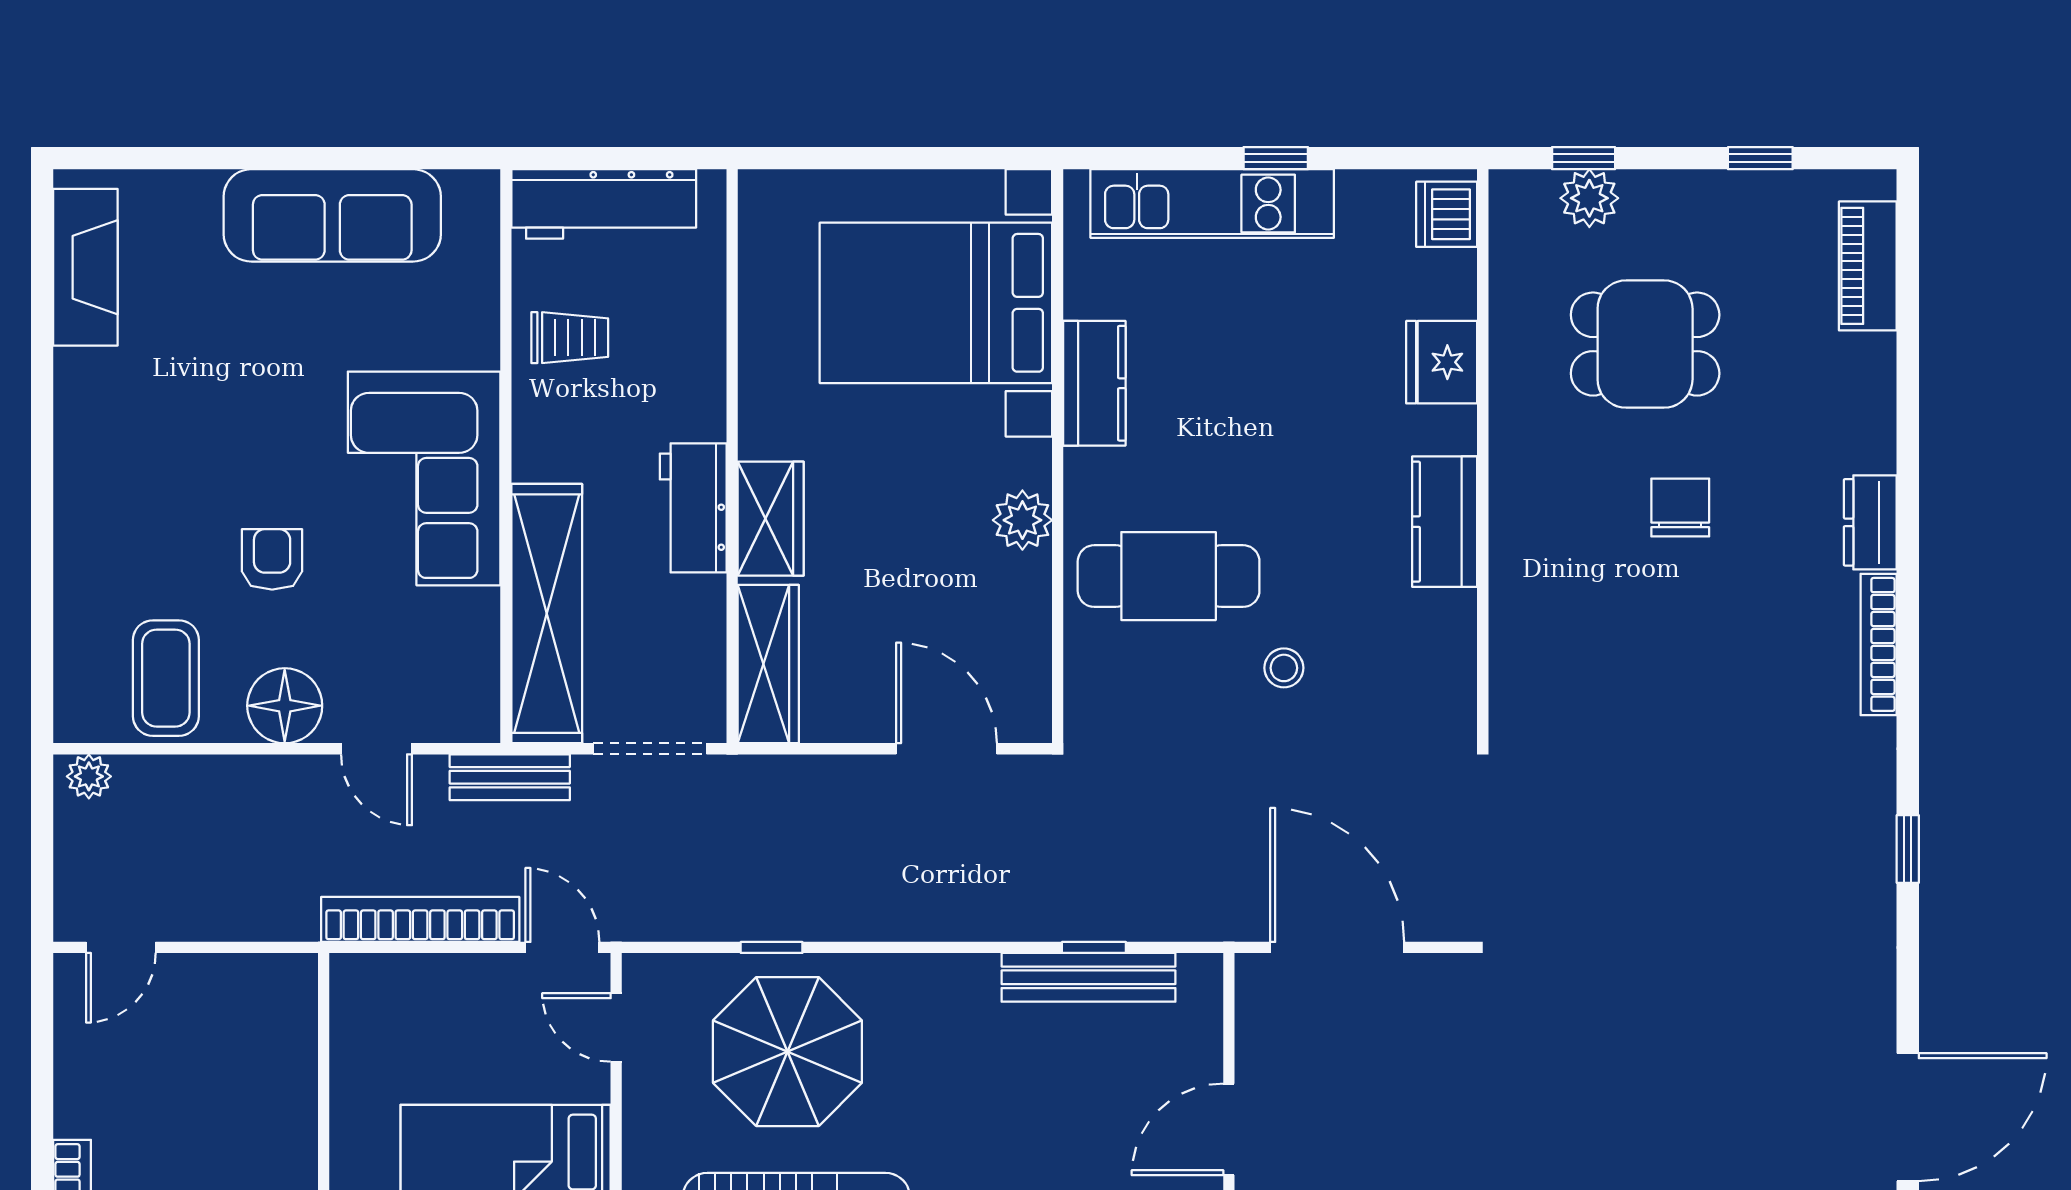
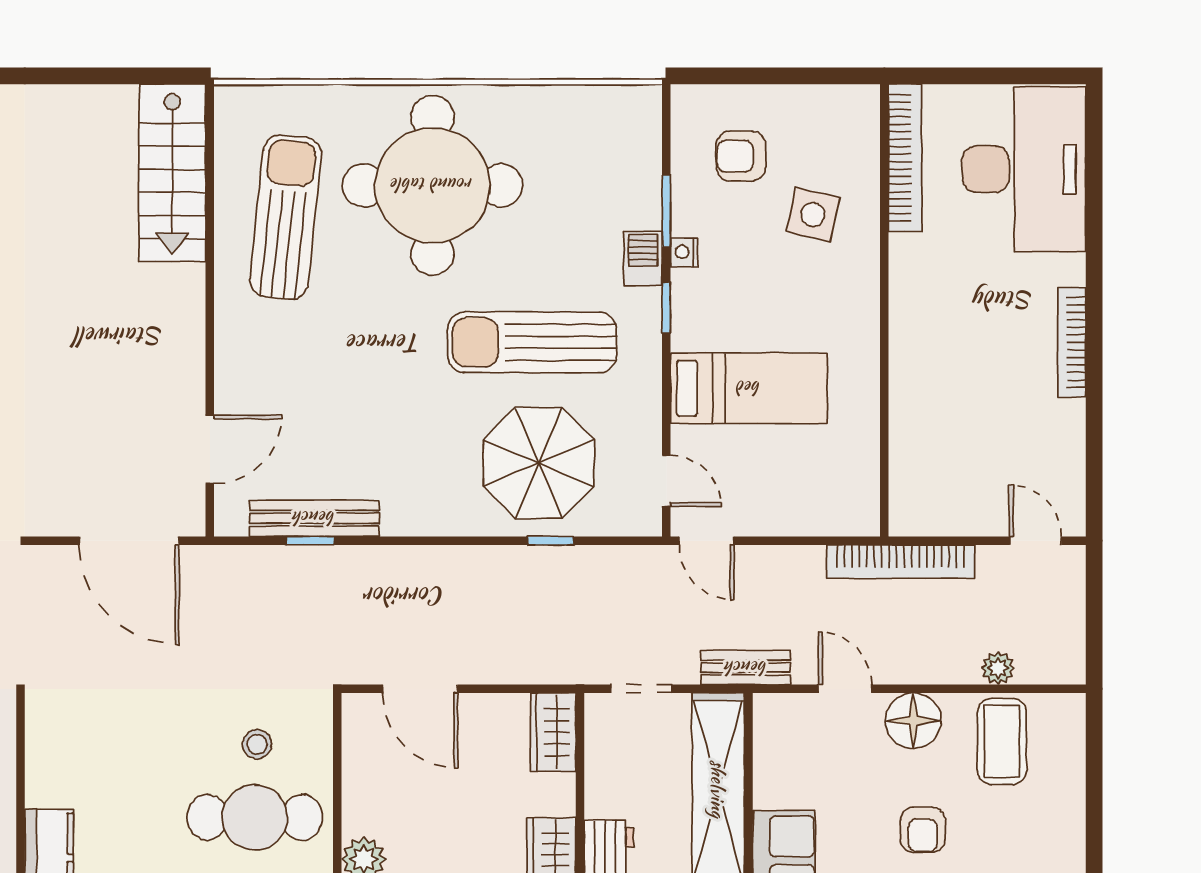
wardrobe: (768, 664) -> (553, 732), width x0.67
stool: (1284, 668) -> (257, 744), moved
doorway: (650, 749) -> (641, 689), width x0.73
plant: (89, 776) -> (998, 668), moved
bookcase: (420, 919) -> (901, 562), moved
door: (121, 947) -> (1035, 541), hinge flipped
door: (1229, 1129) -> (210, 449), moved

